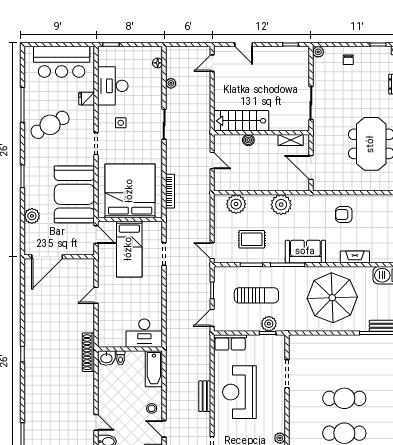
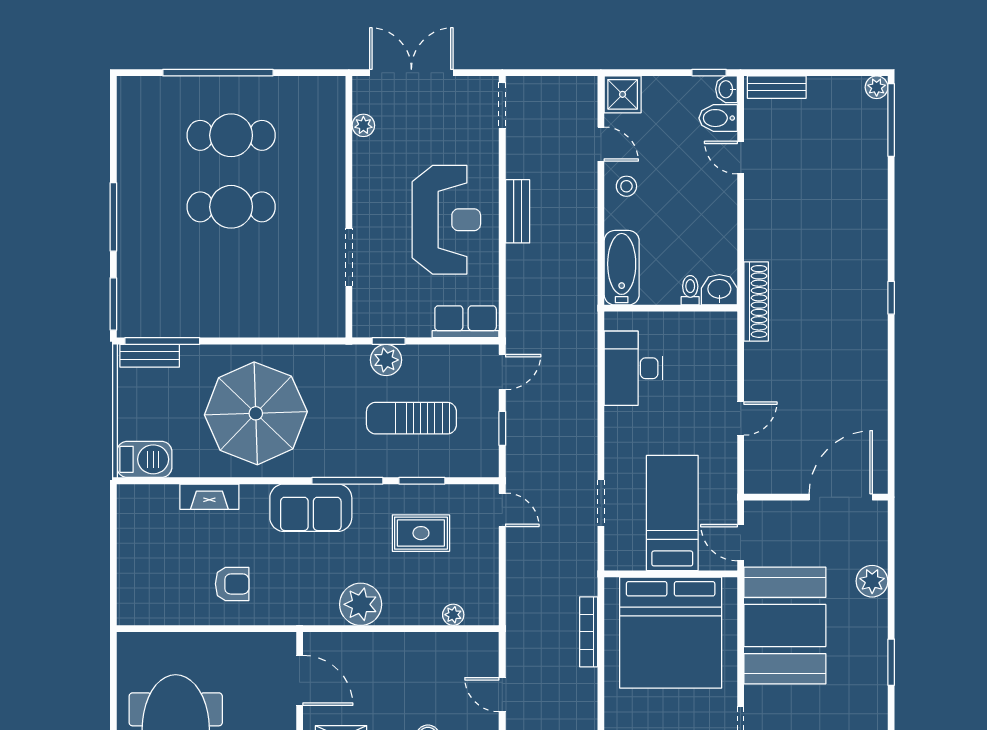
plant: (236, 204) -> (453, 615), width x0.53, depth x0.53
desk: (144, 333) -> (633, 368), moved, turned -90

